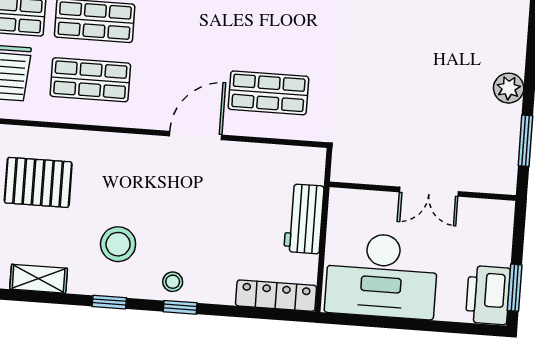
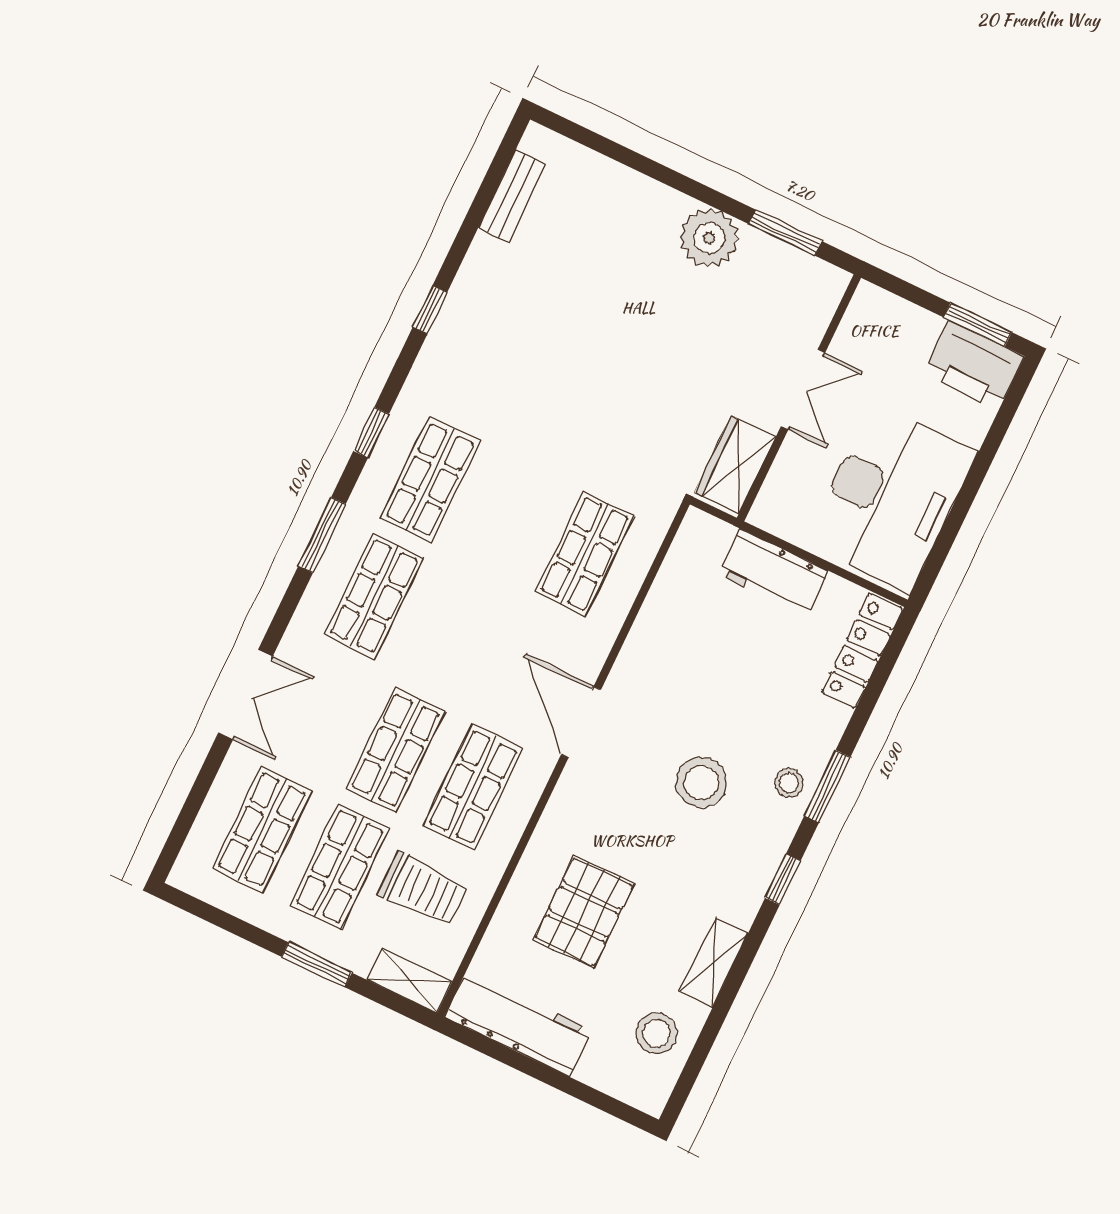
plant: (509, 88) -> (709, 238), width x1.36, depth x1.36
door: (196, 135) -> (581, 722), moved
wardrobe: (364, 167) -> (735, 465), added
stool: (118, 244) -> (701, 782), moved
window: (180, 307) -> (827, 786), width x1.50

